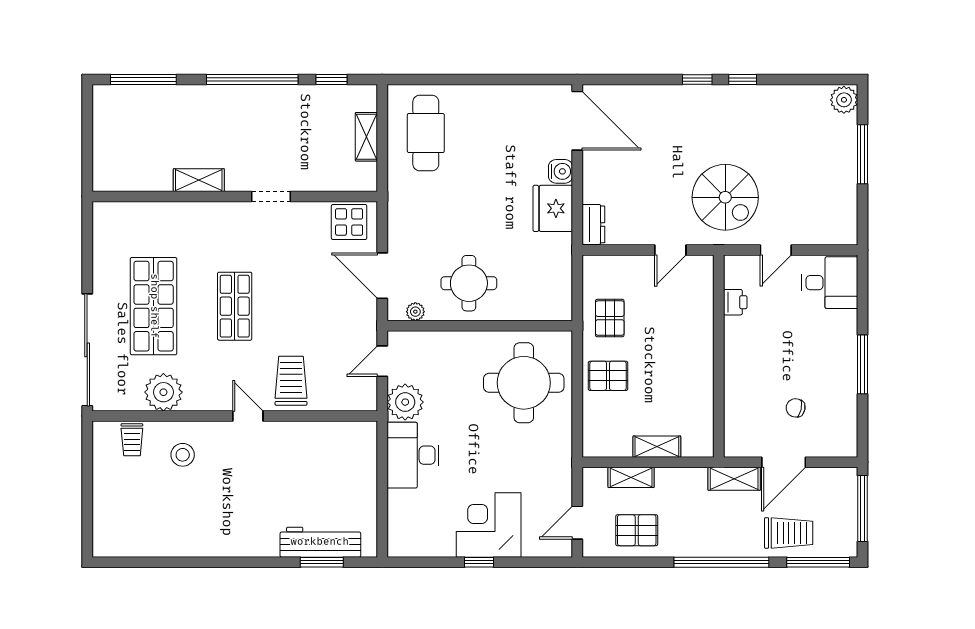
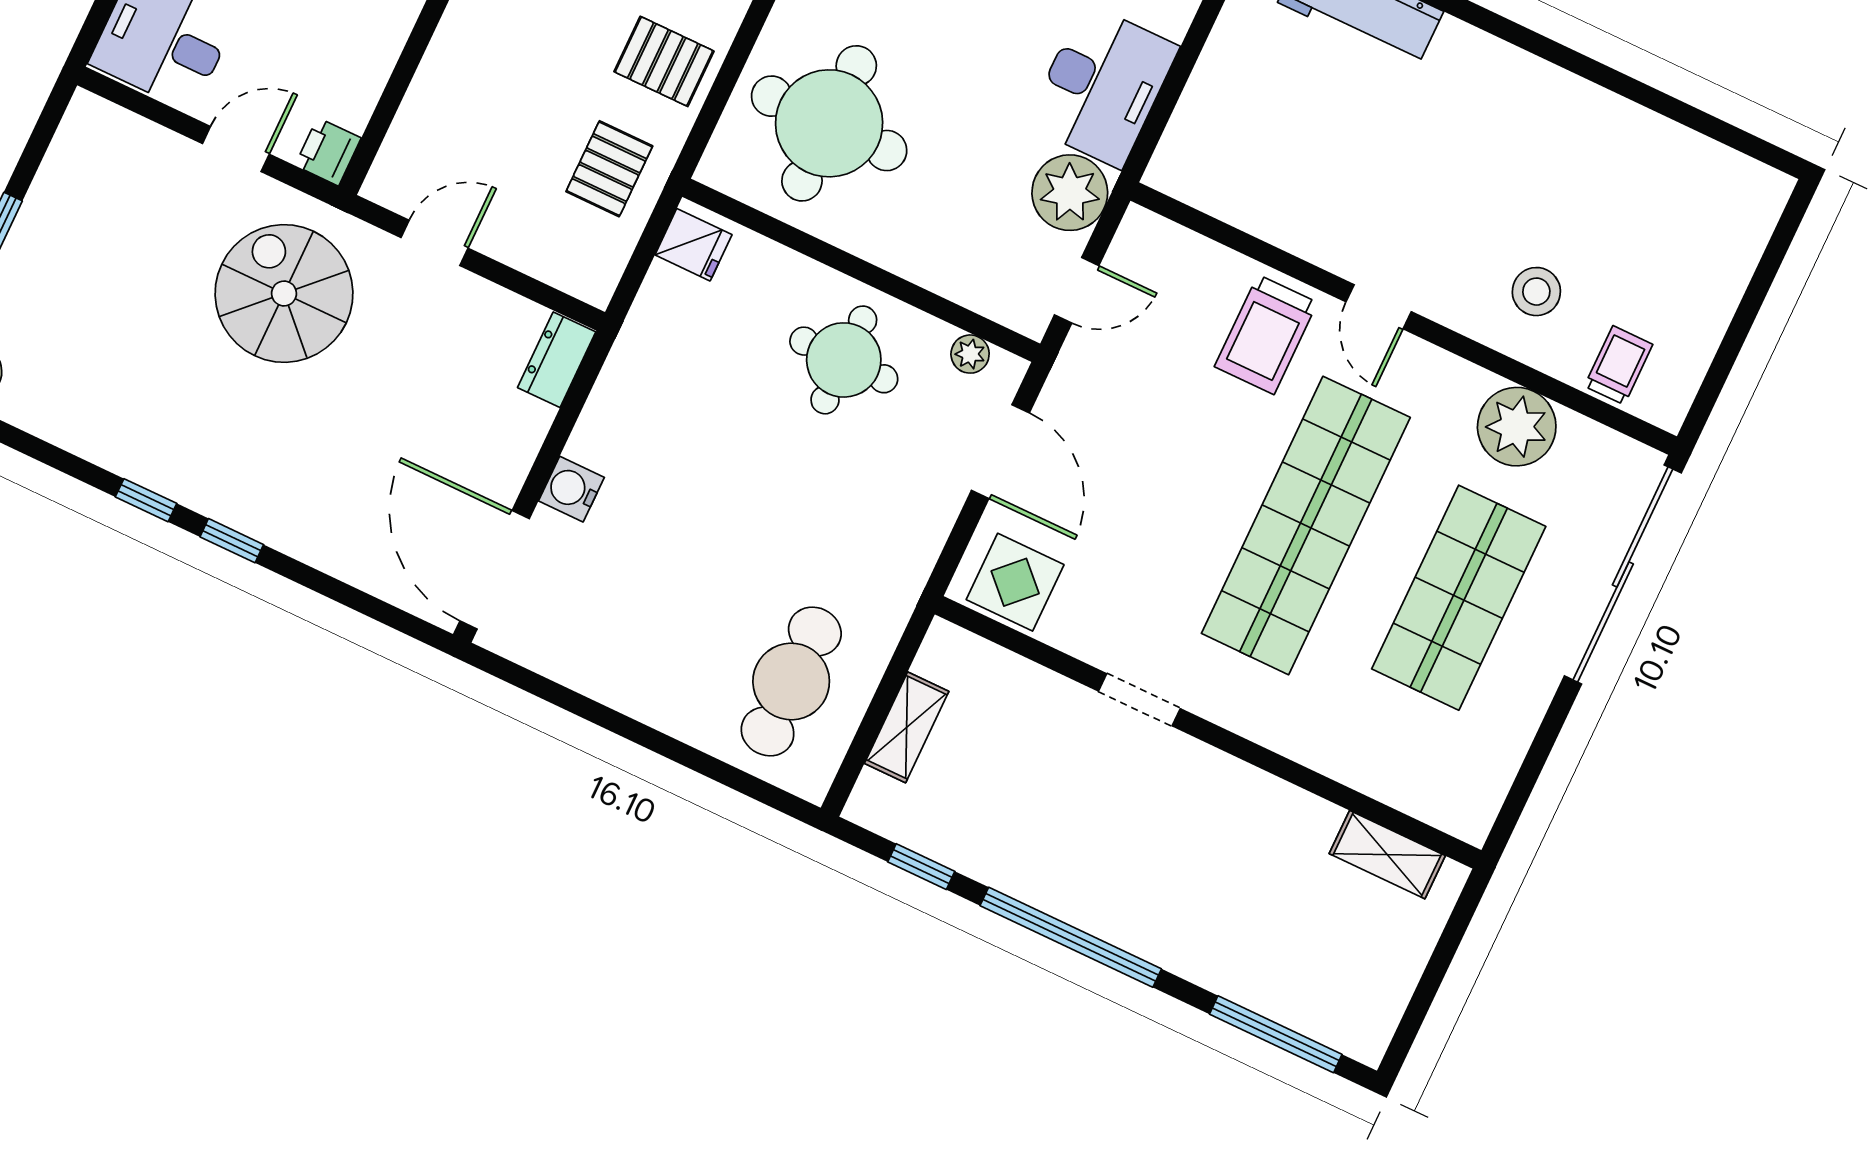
shelving: (199, 180) -> (1387, 855), moved
fridge: (553, 208) -> (693, 245), moved, width x0.53, depth x0.75
printer: (735, 302) -> (328, 152), moved
shop shelf: (235, 306) -> (1306, 525), width x2.00, depth x1.36

